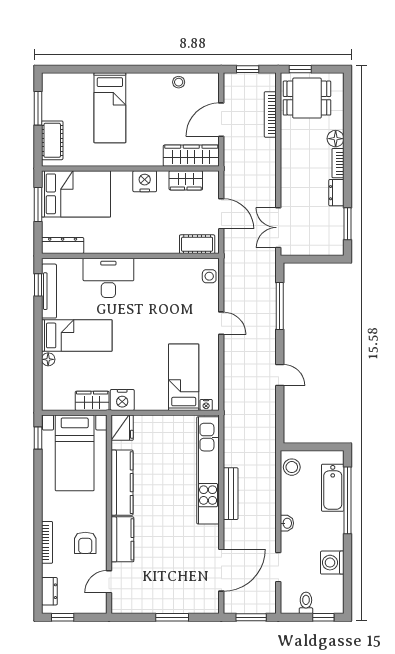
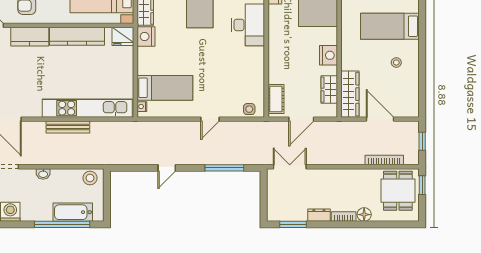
stool: (179, 82) -> (396, 63), moved

